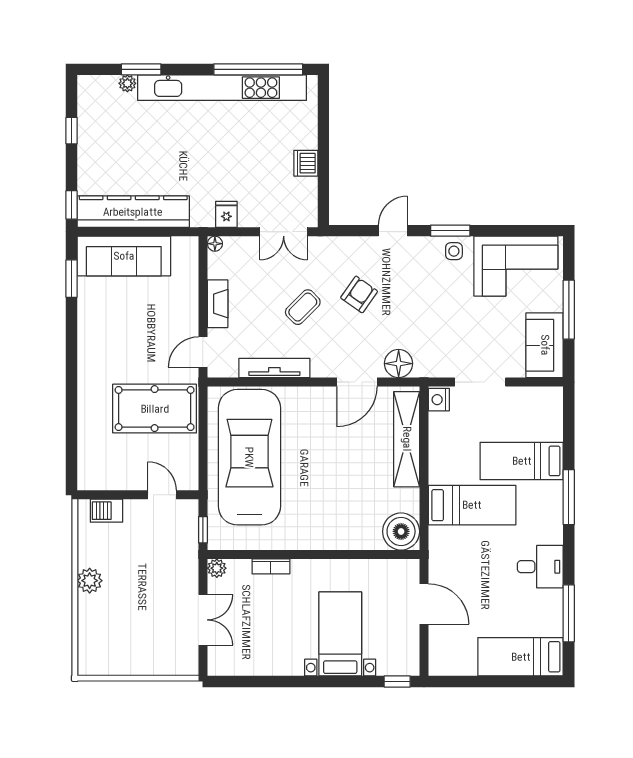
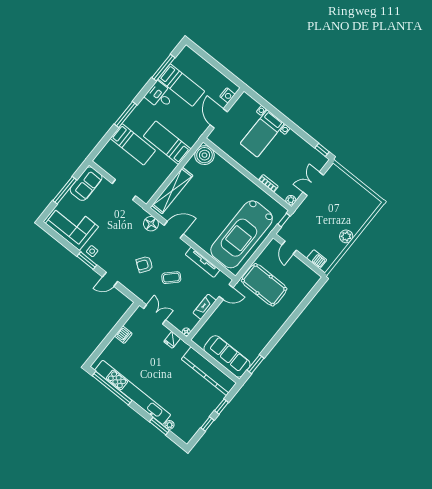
window: (71, 205) -> (221, 407), moved
nightstand: (439, 400) -> (227, 95), moved
bed: (521, 657) -> (181, 85), moved
window: (397, 682) -> (322, 150), moved

